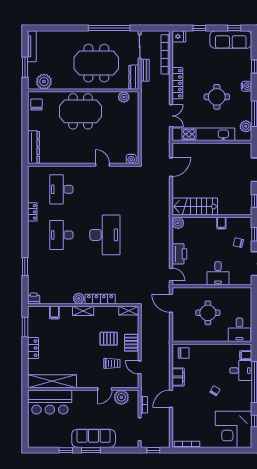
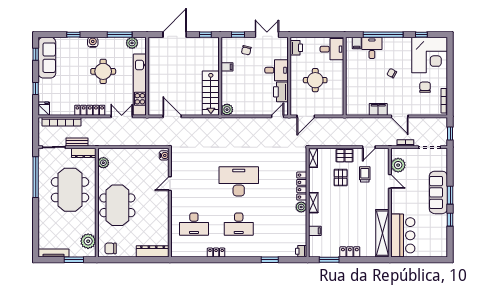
printer: (179, 254) -> (281, 92), moved, turned -90
printer: (241, 294) -> (296, 48), added
chair: (184, 353) -> (425, 87), moved

